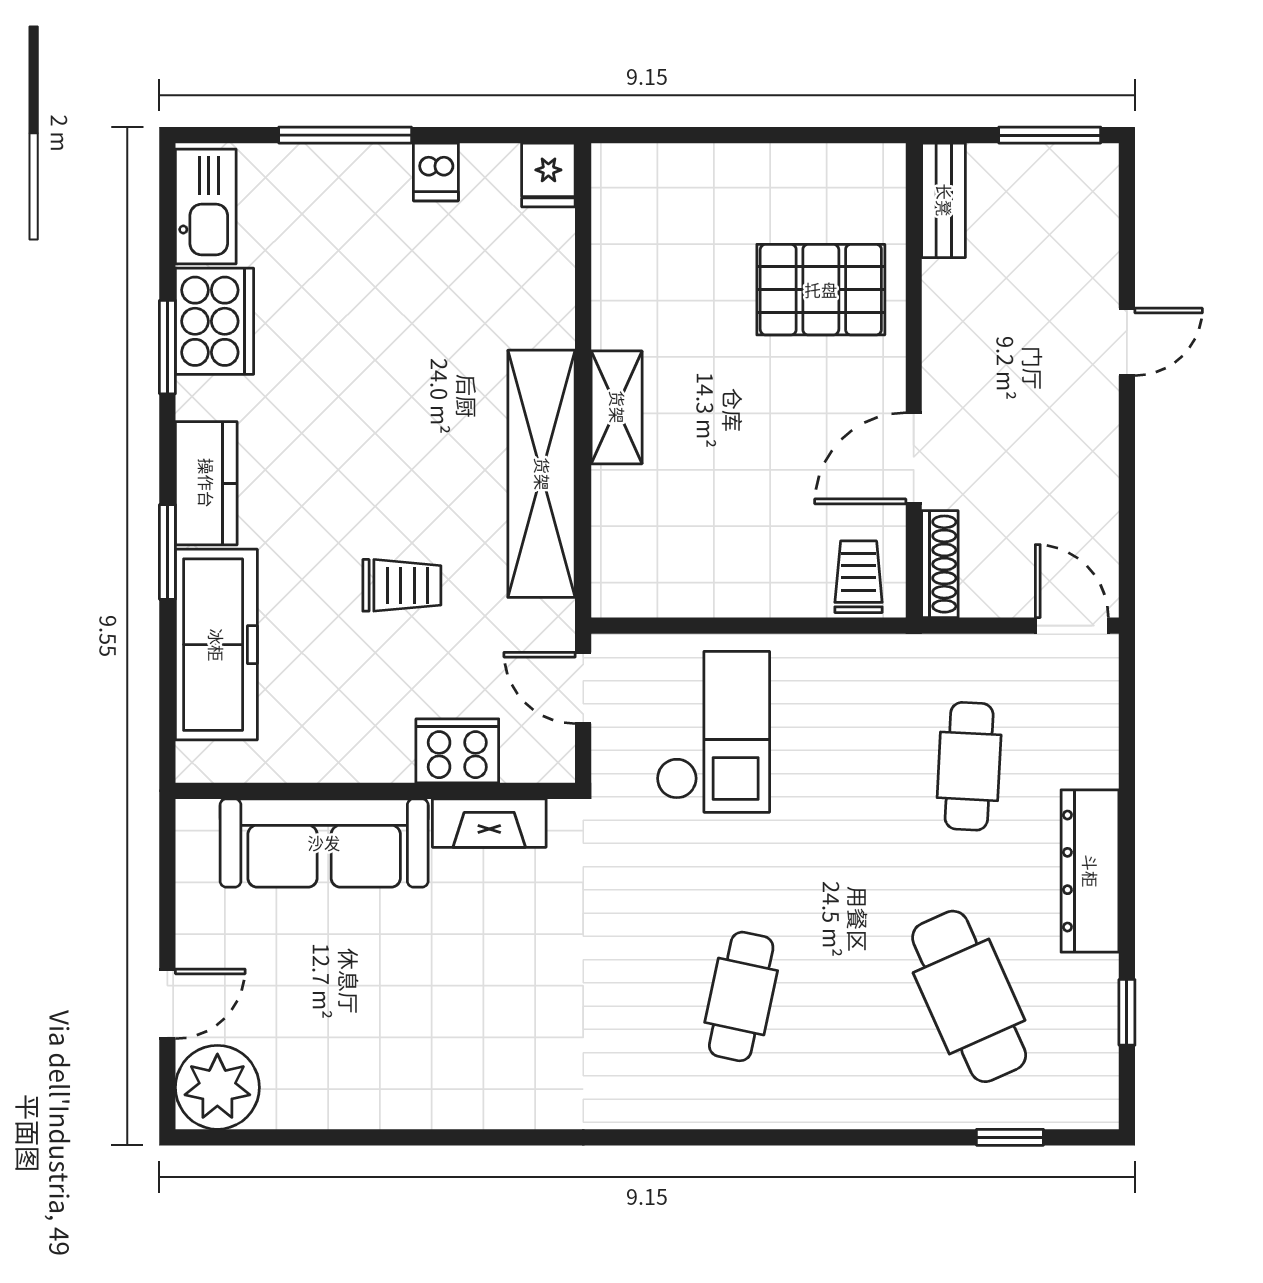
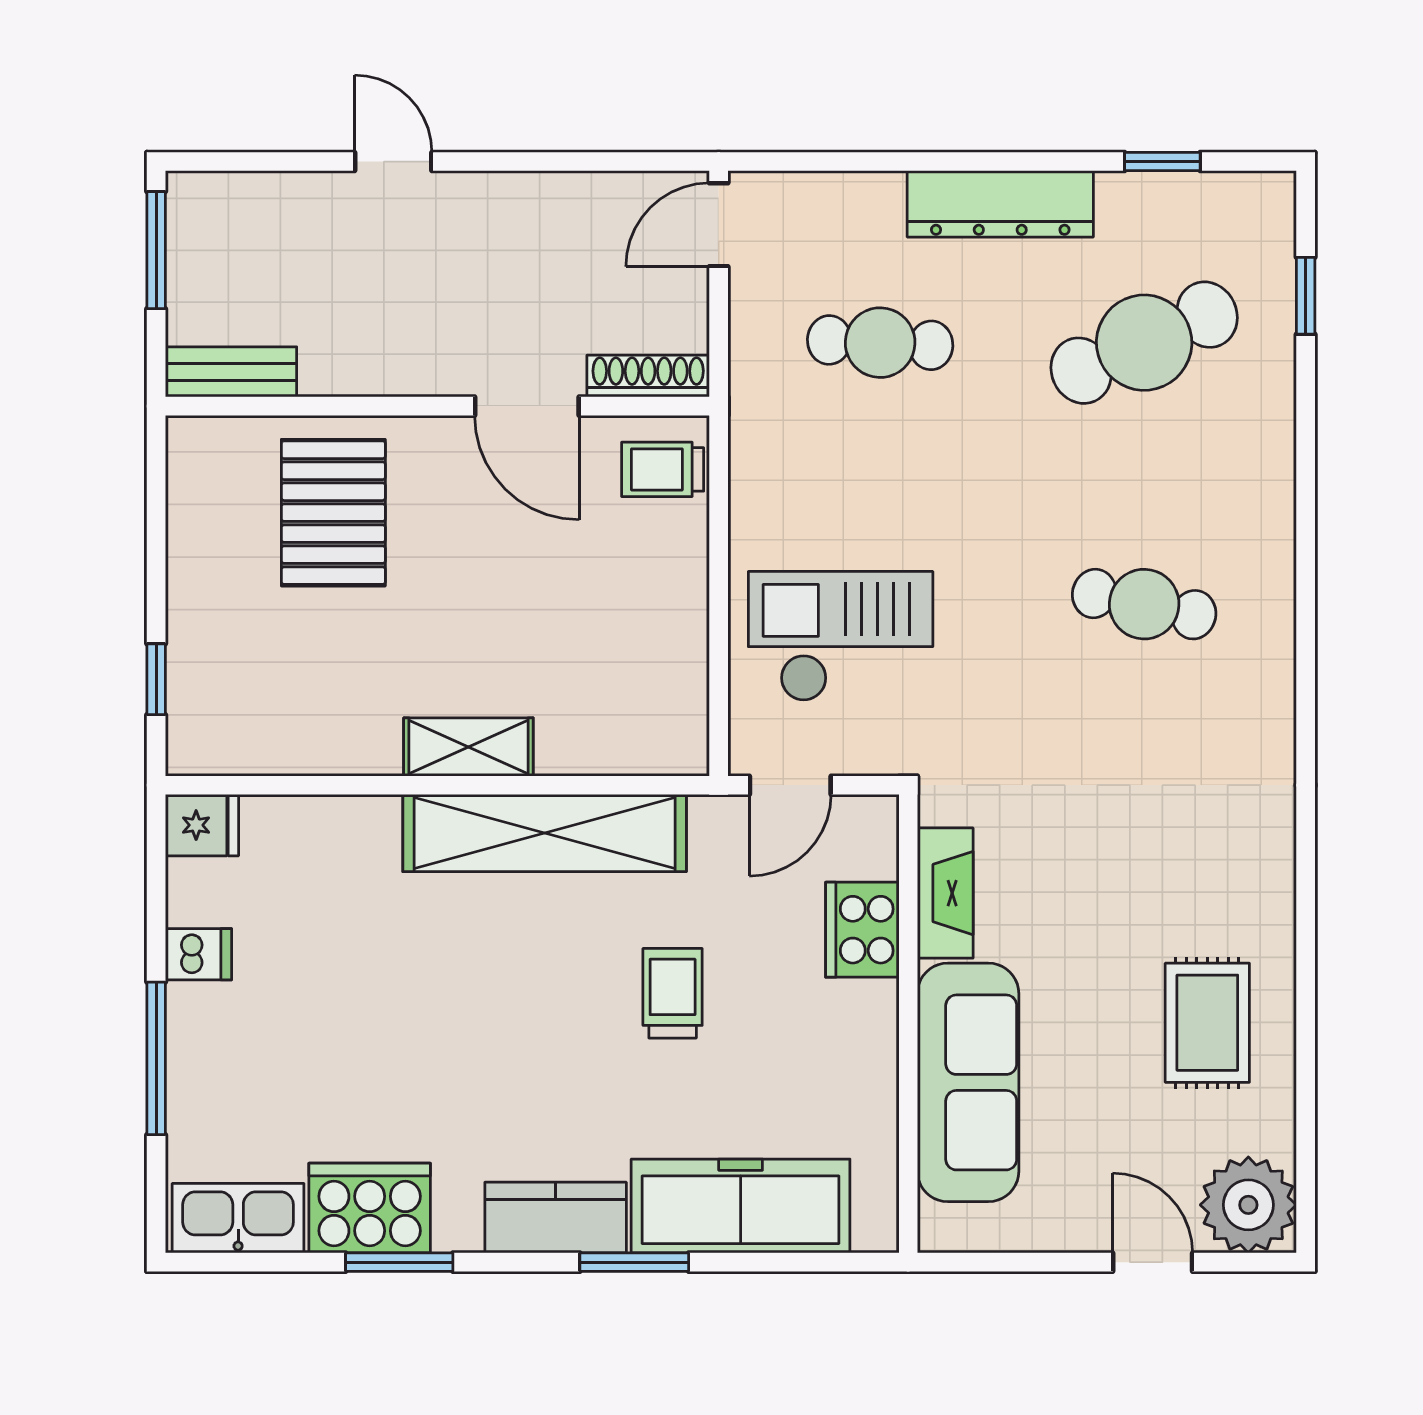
window: (676, 135) -> (156, 679), added
rug: (376, 1052) -> (1207, 1023), added

